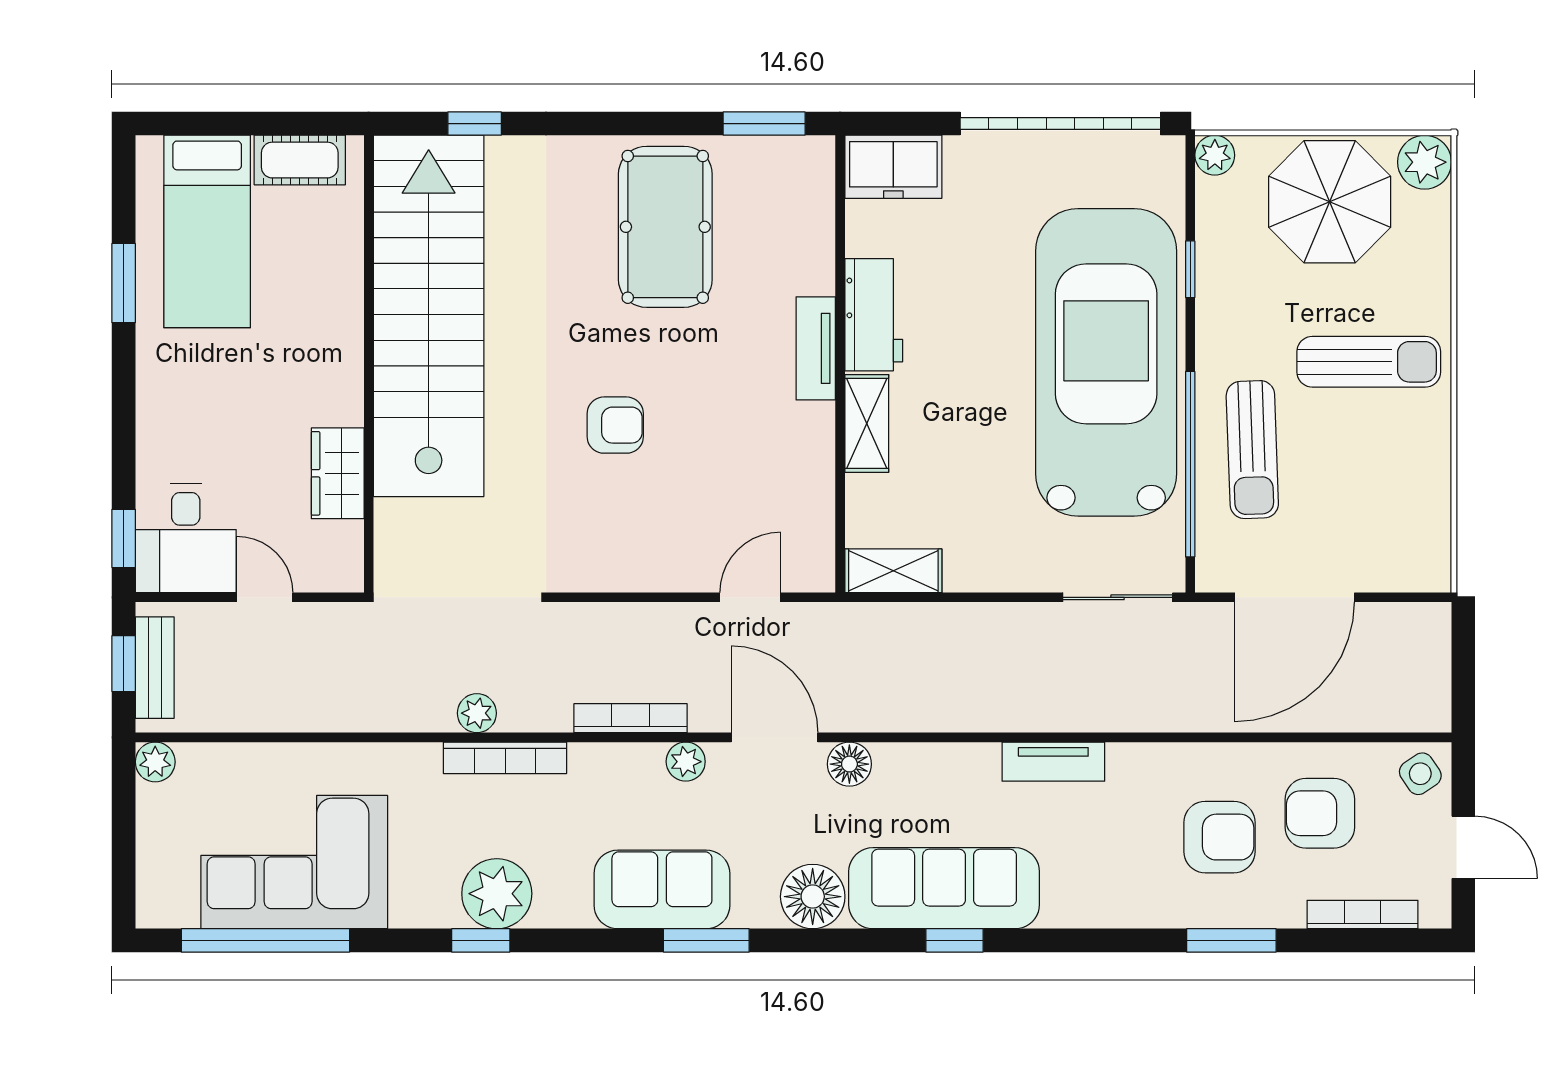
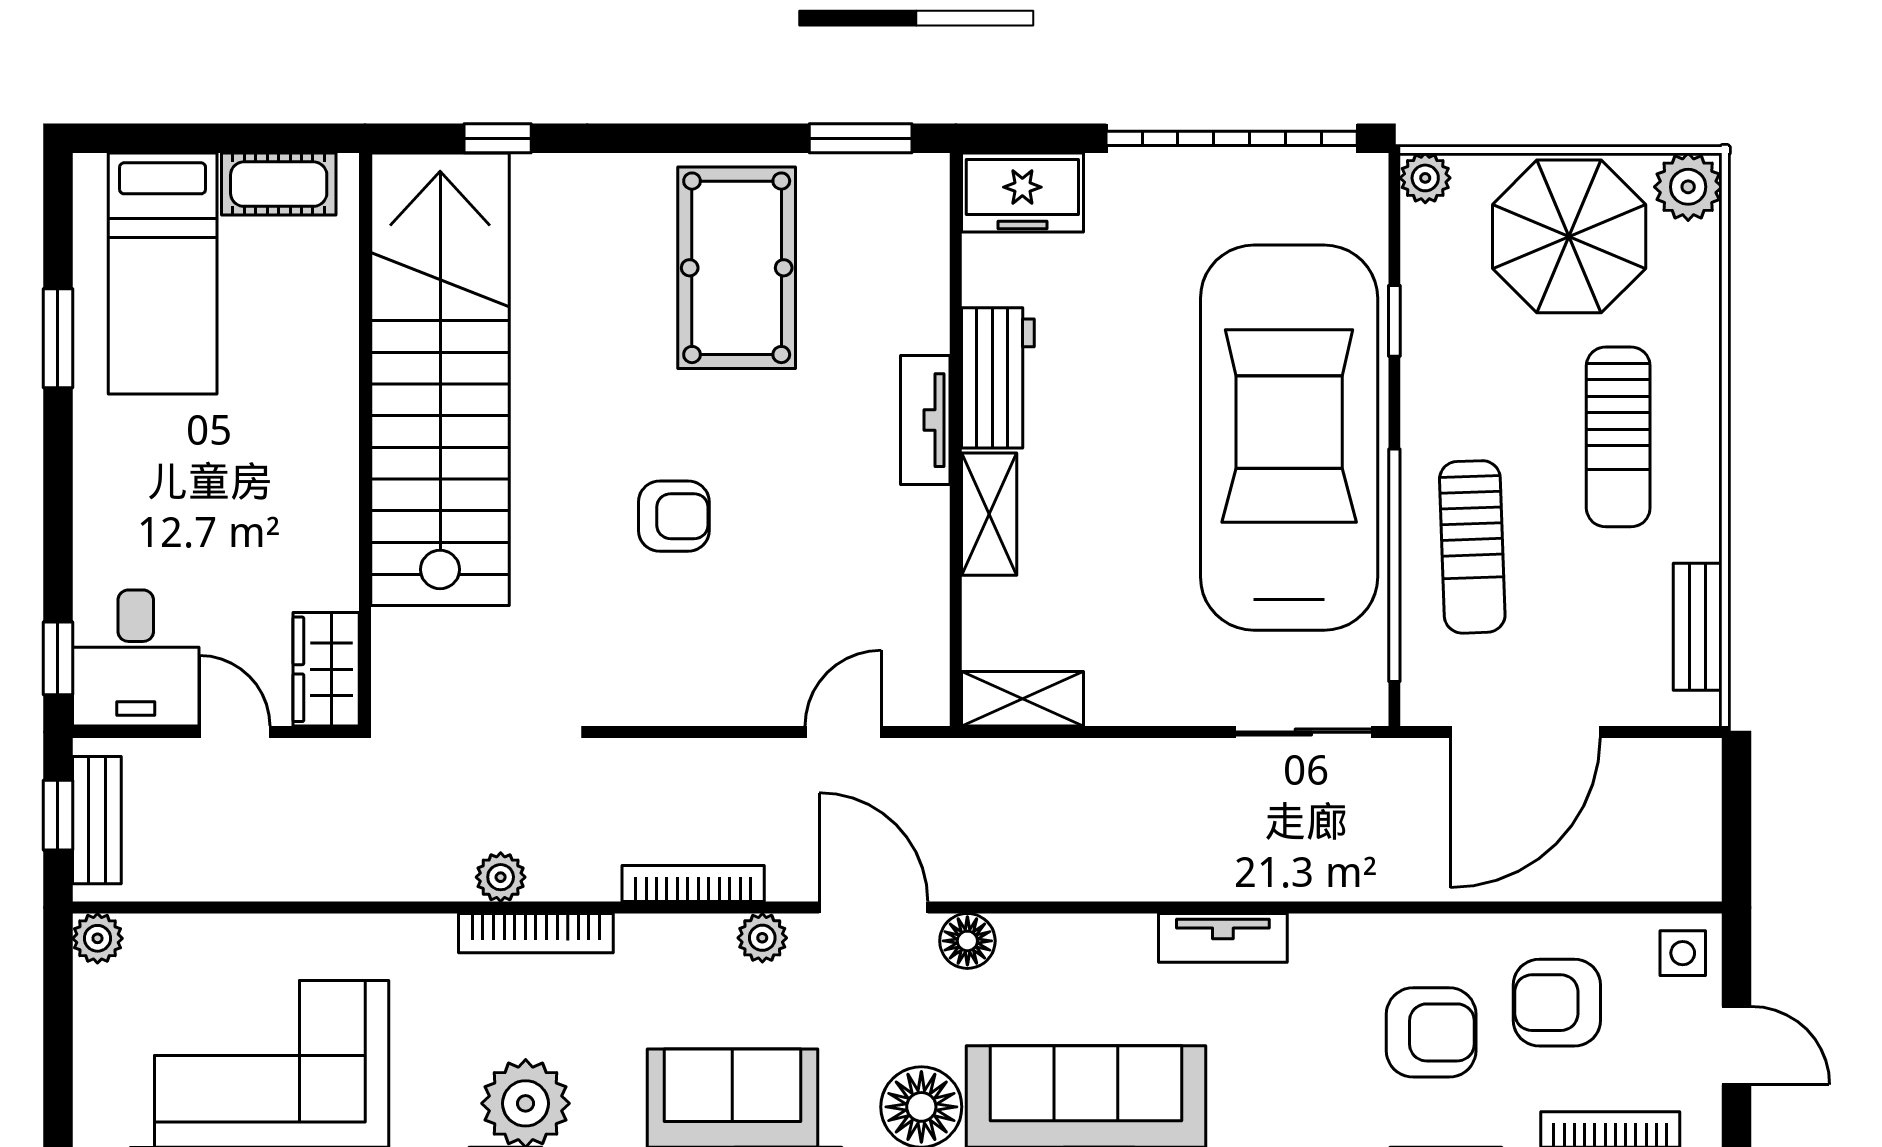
sun lounger: (1369, 362) -> (1618, 437), turned 90
wardrobe: (338, 473) -> (326, 669), moved
bench: (1432, 513) -> (1698, 627), added
side table: (1420, 774) -> (1683, 953), turned 34

